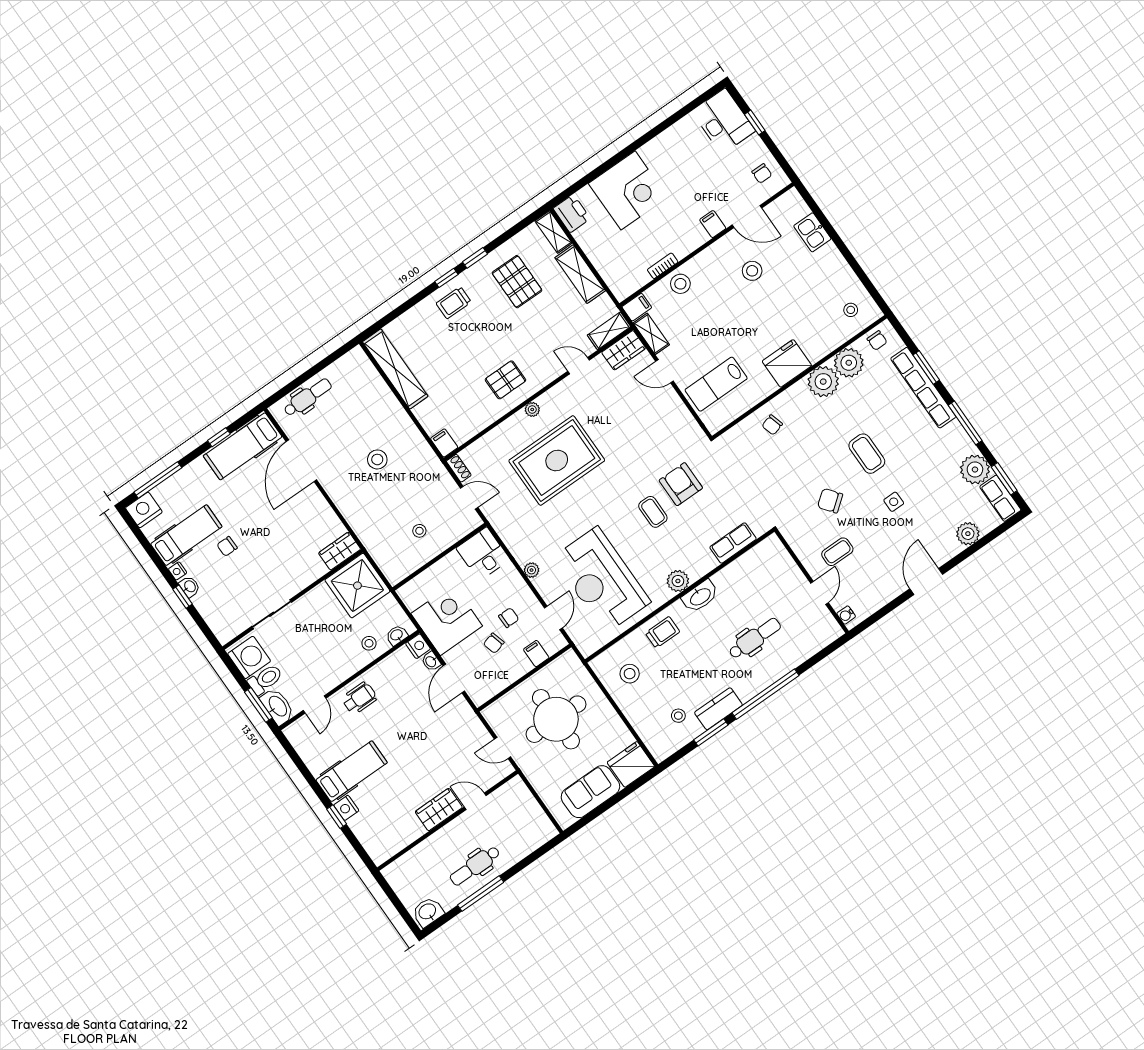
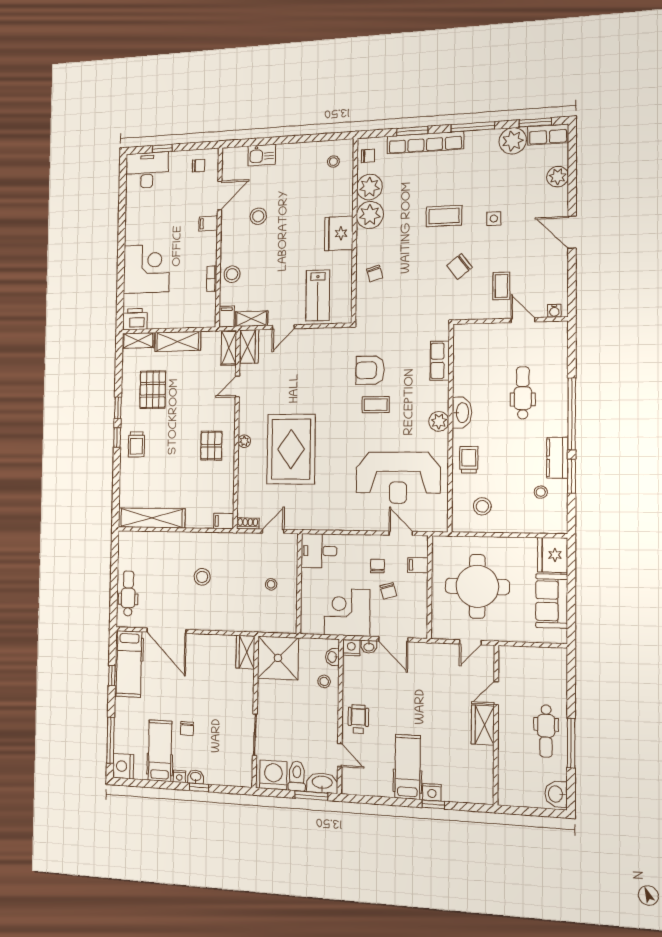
pallet: (517, 282) -> (153, 390), turned 90
plant: (531, 570) -> (355, 524), removed

